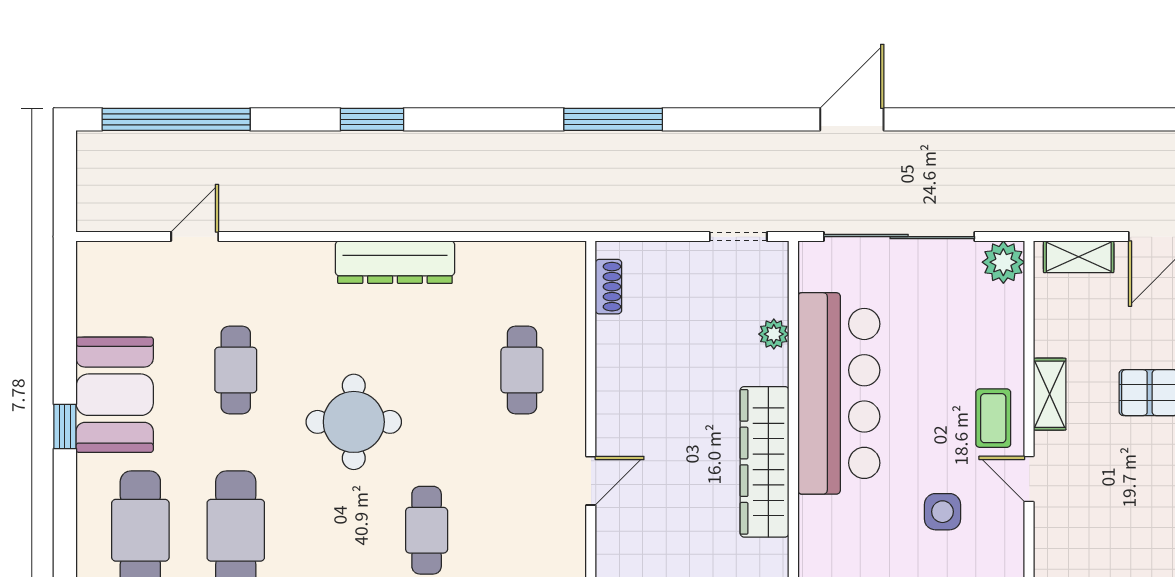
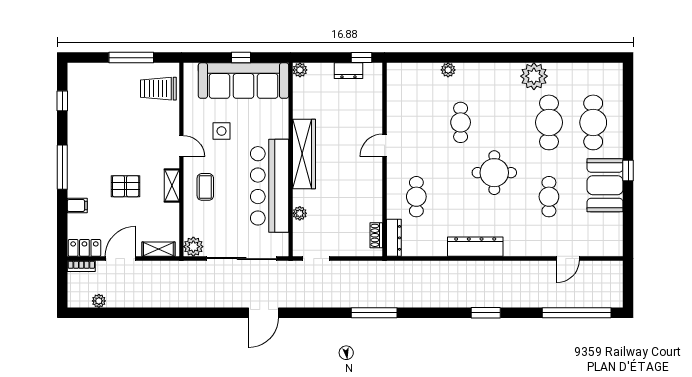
dresser: (571, 281) -> (394, 238), added
coffee table: (993, 418) -> (205, 187), moved

